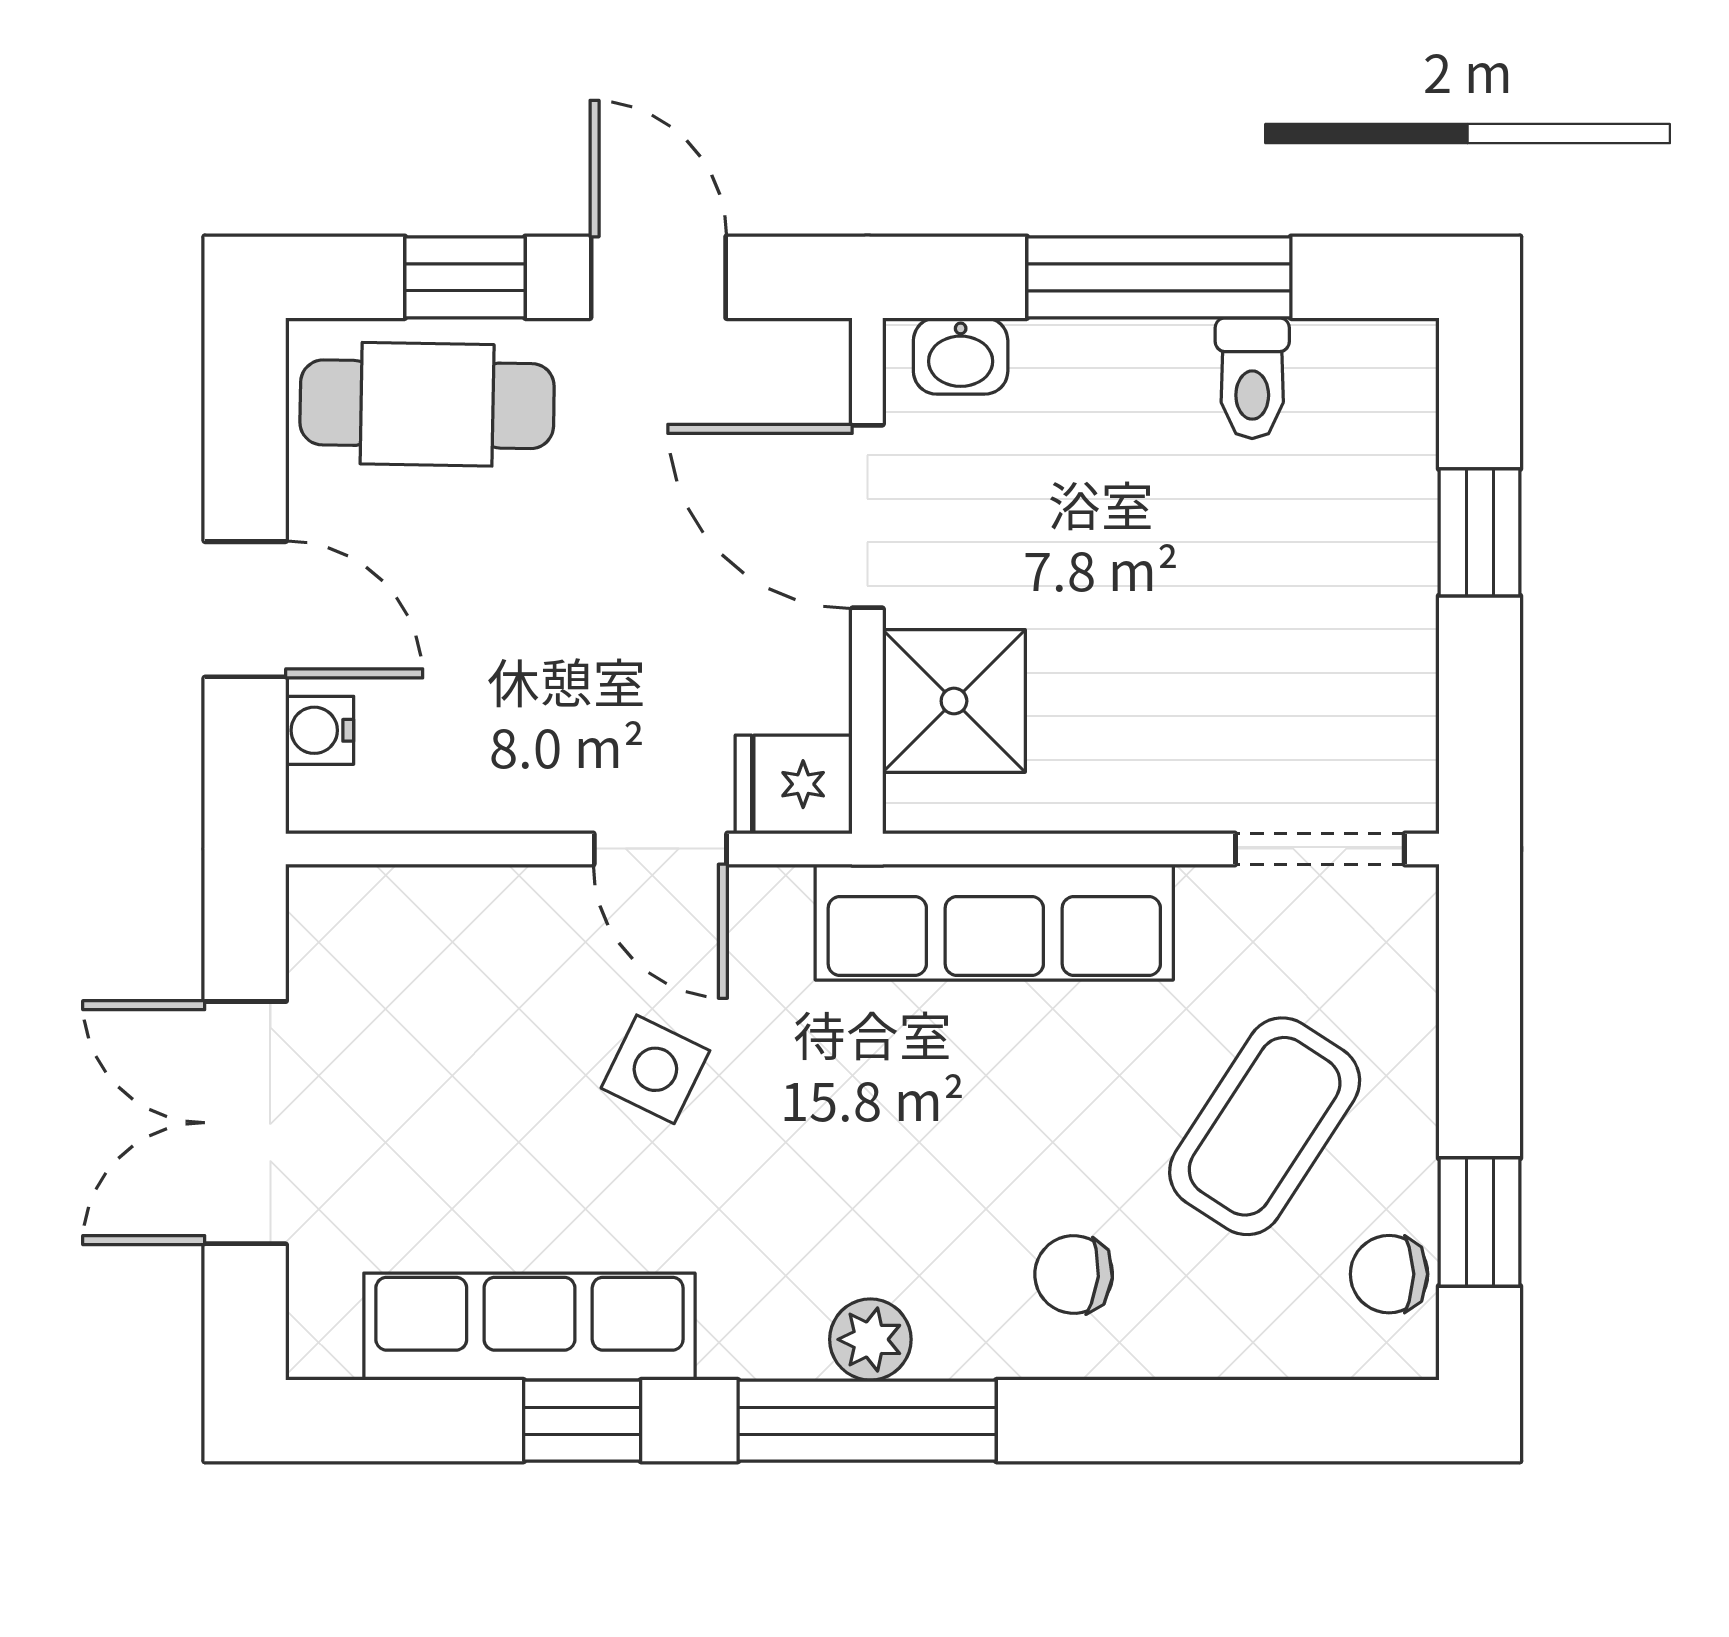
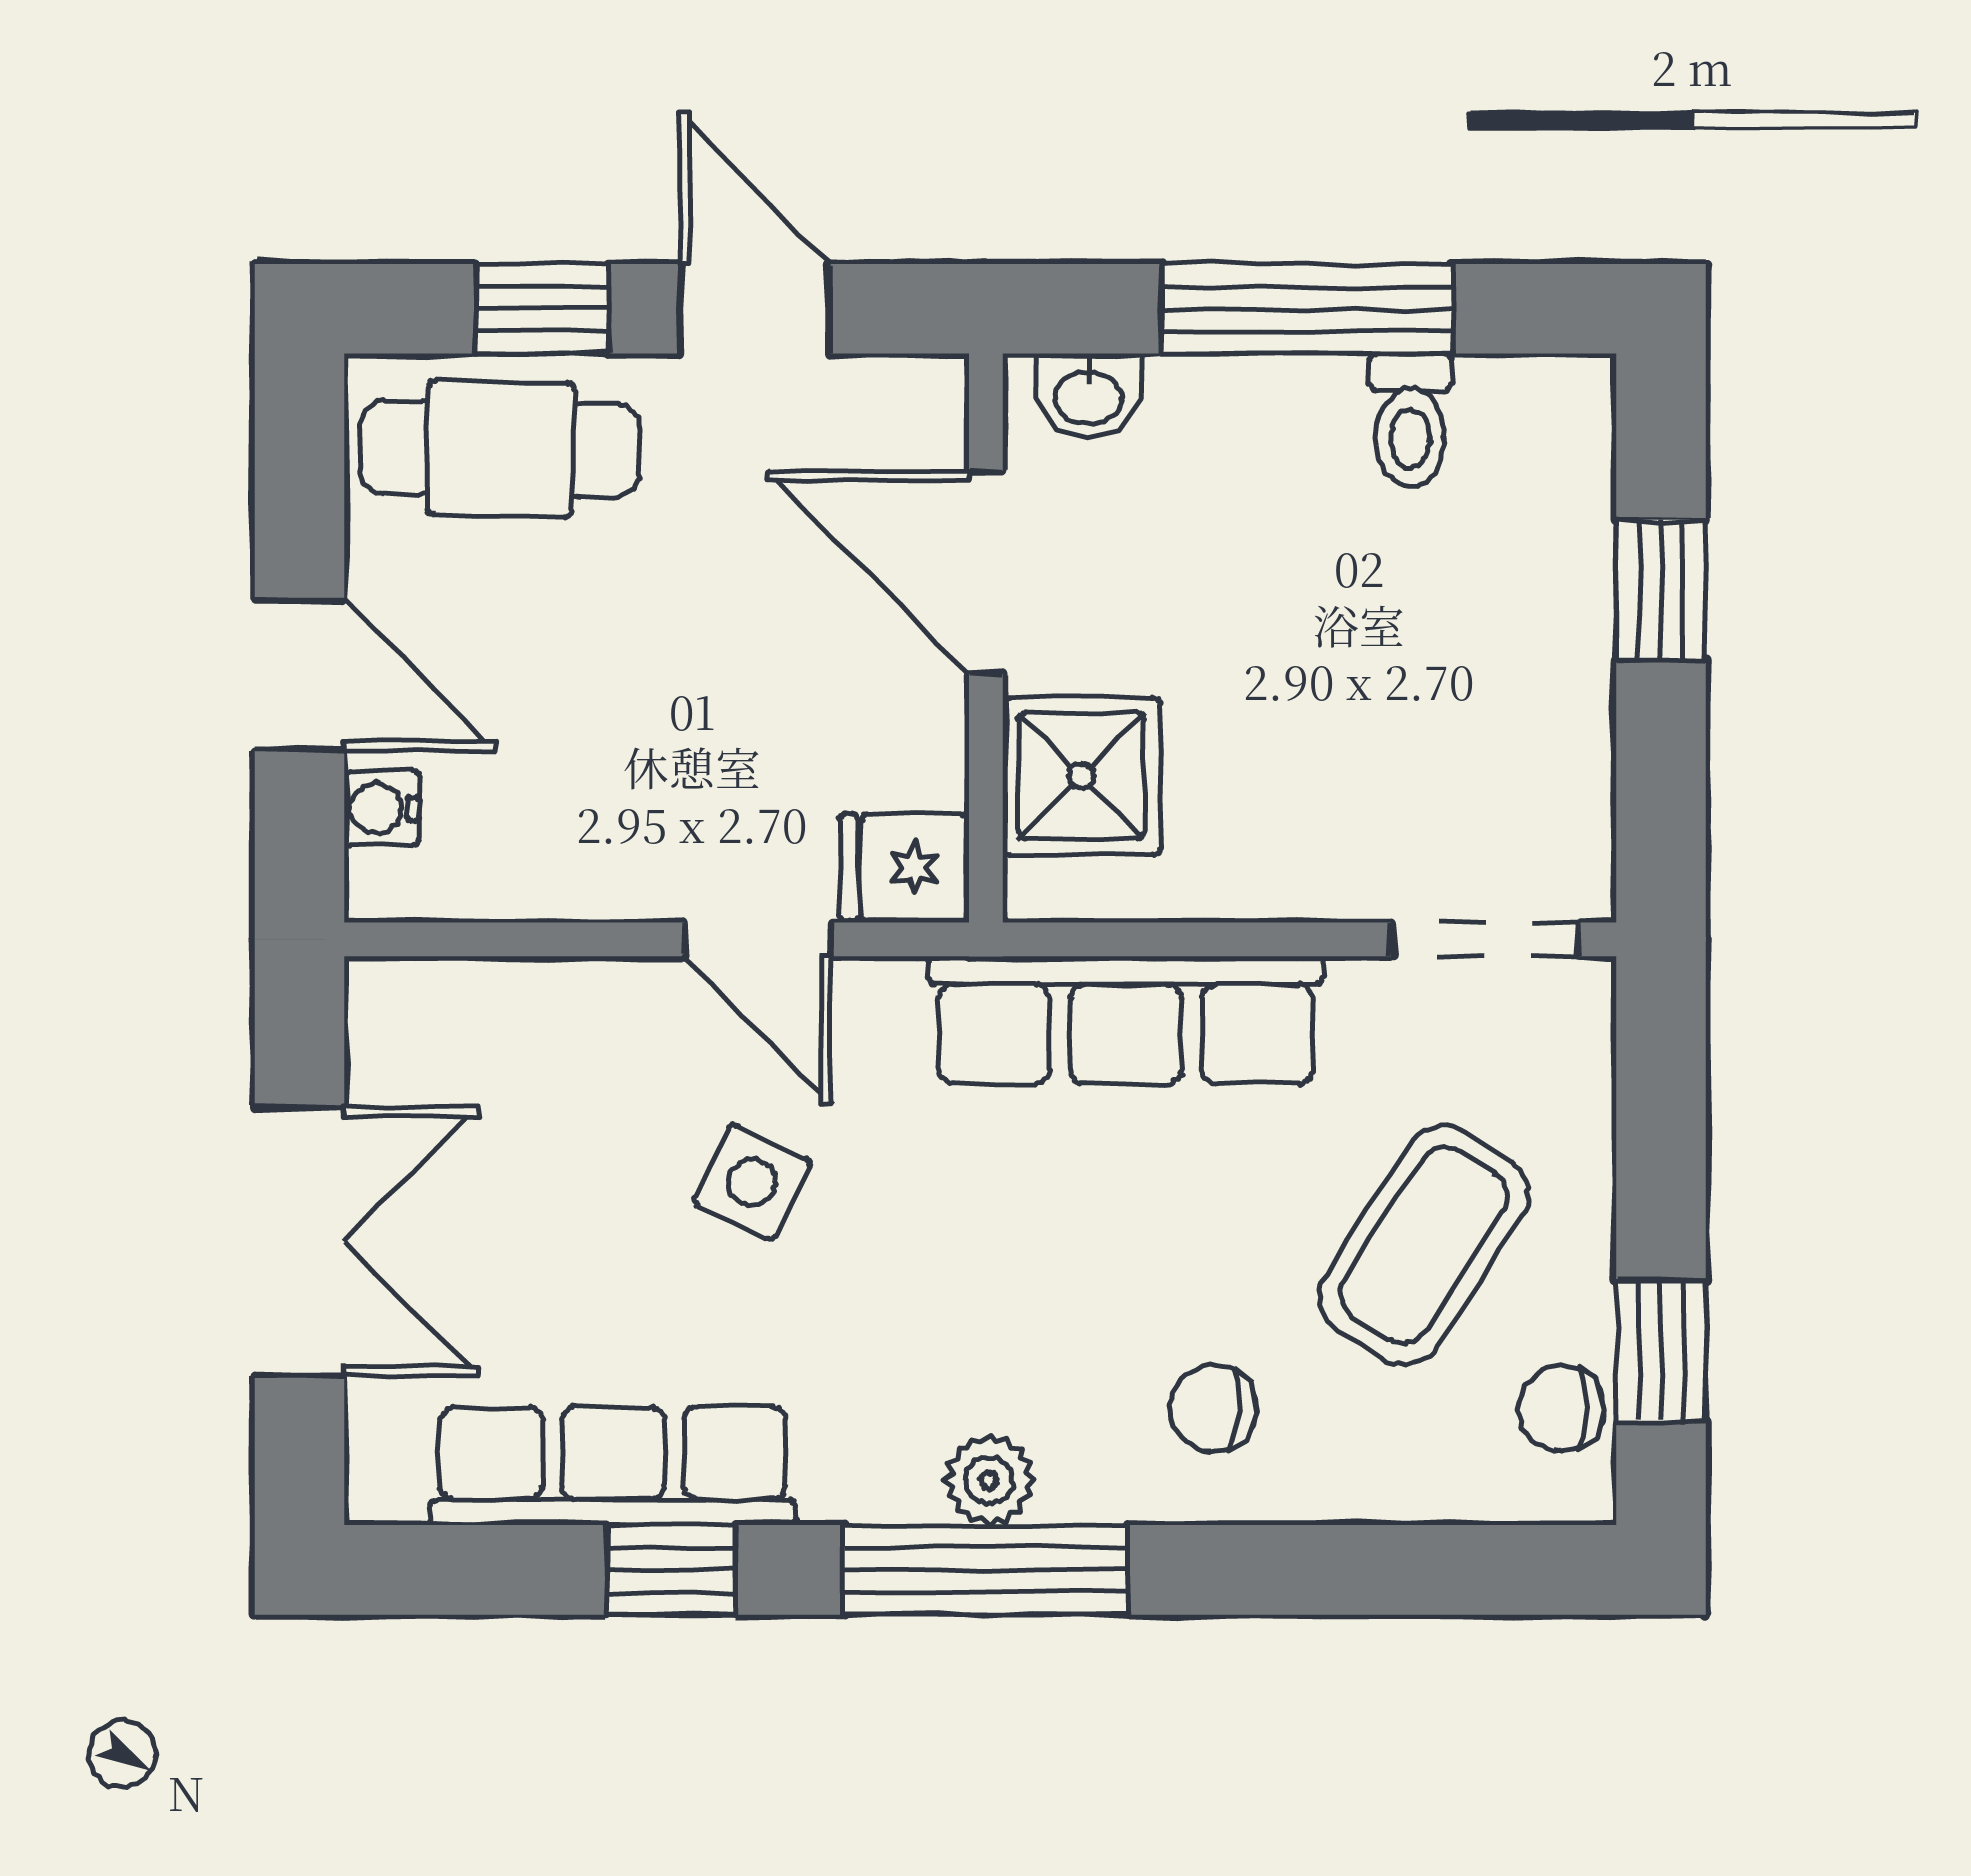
double door: (245, 1123) -> (300, 1241), swing flipped

